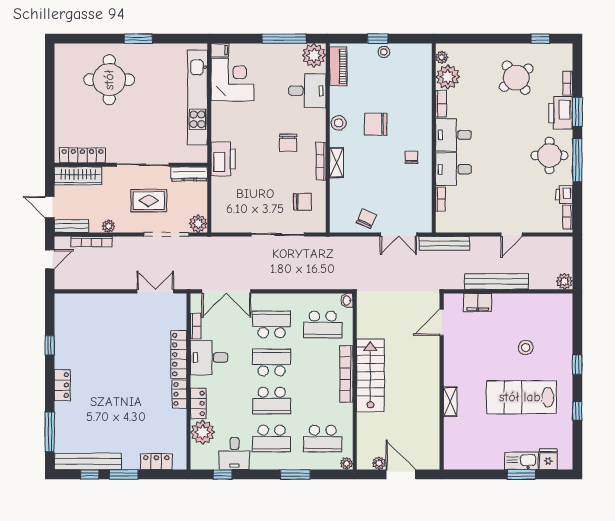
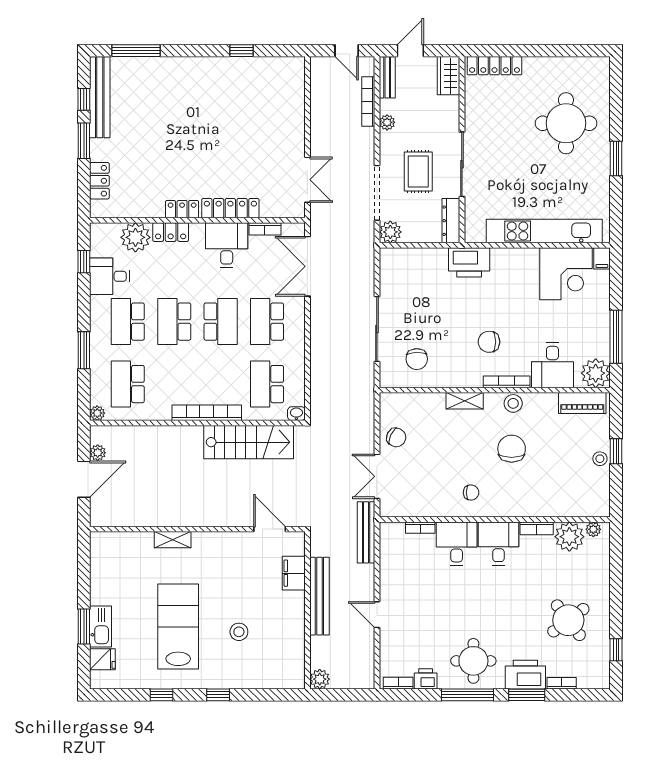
locker: (82, 155) -> (495, 66), moved, turned 90
bookcase: (321, 161) -> (507, 382), moved
wardrobe: (78, 176) -> (449, 76), width x0.67
school desk: (272, 324) -> (267, 322), turned 180
stairs: (370, 376) -> (249, 442), moved
locker: (62, 385) -> (193, 66), removed

